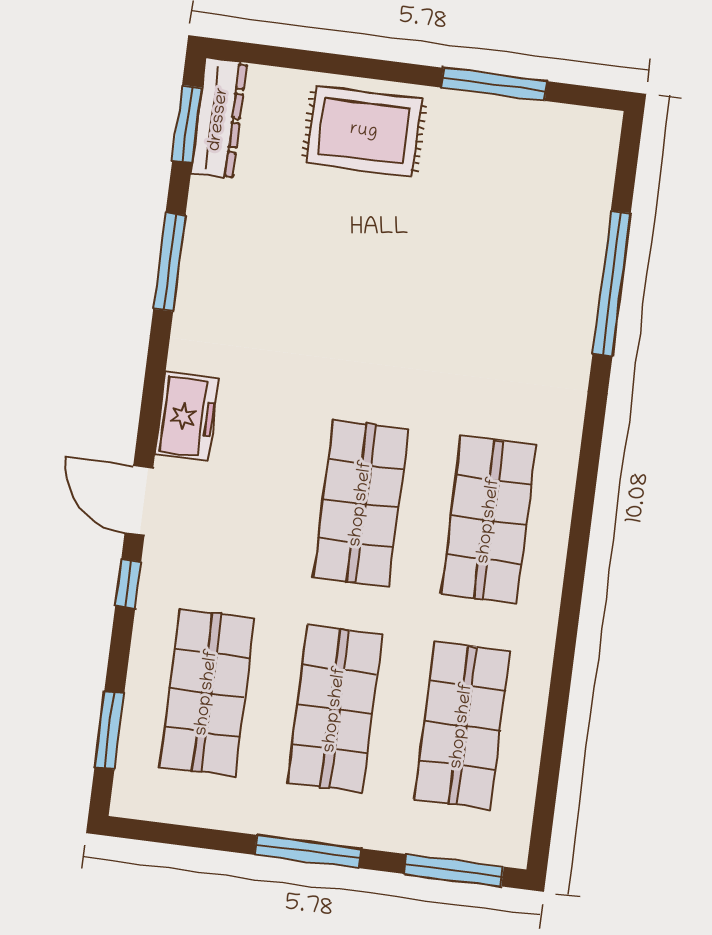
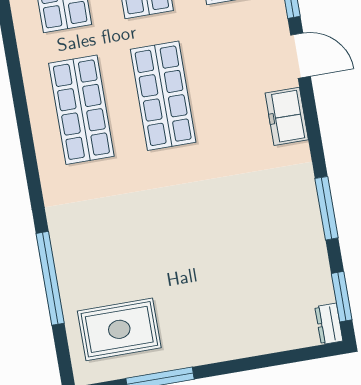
dresser: (219, 119) -> (329, 324), width x0.51, depth x0.80
rug: (364, 131) -> (119, 329), moved

